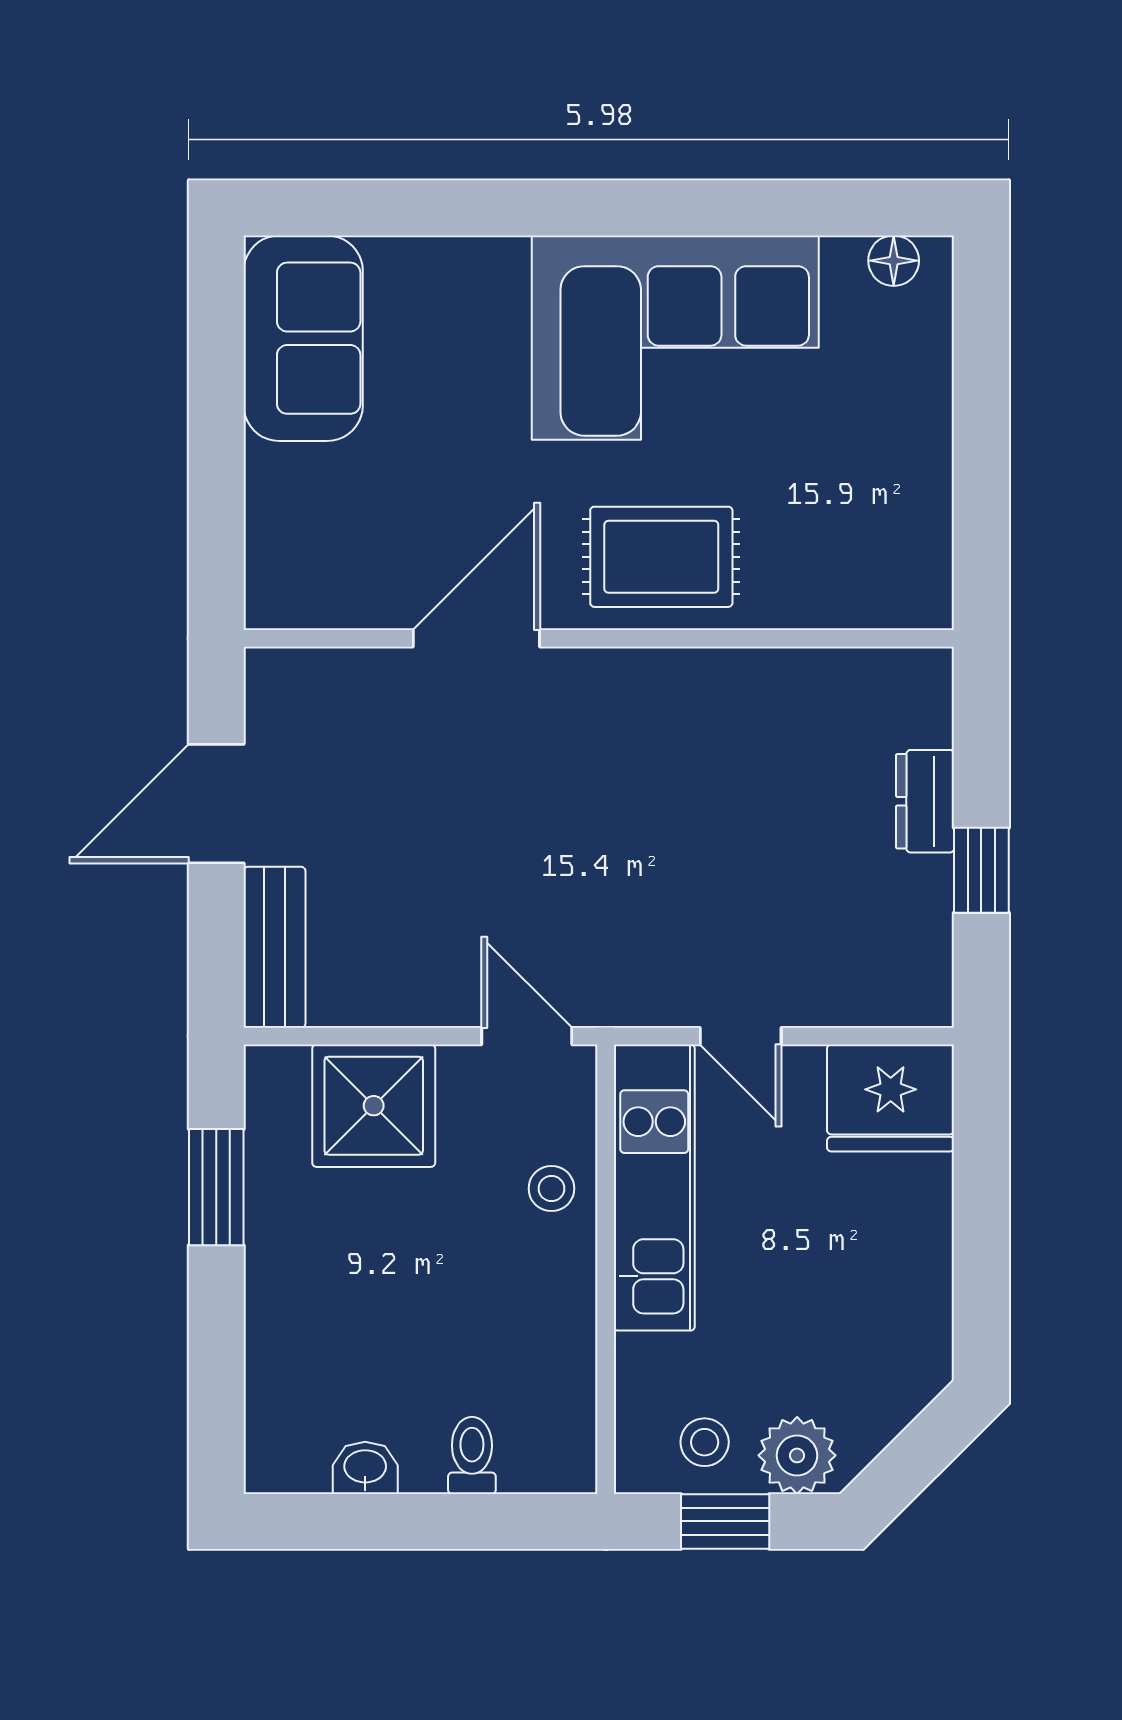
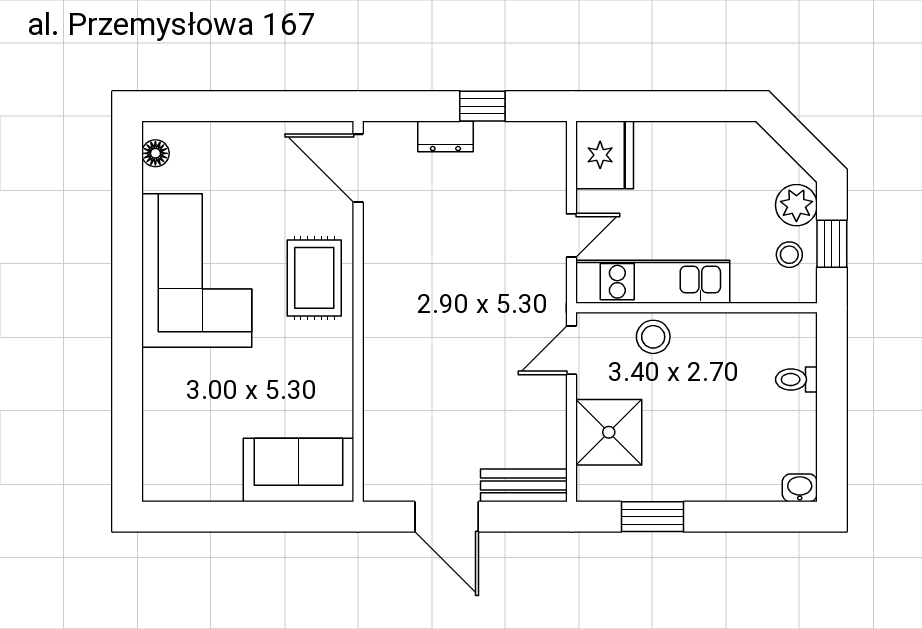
sofa: (303, 338) -> (298, 470), moved
door: (476, 638) -> (358, 168), moved
stool: (551, 1189) -> (653, 337), width x1.37, depth x1.37
washbasin: (365, 1468) -> (800, 488), moved, turned 90

